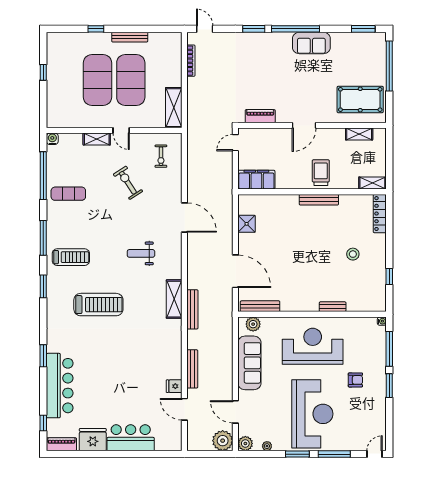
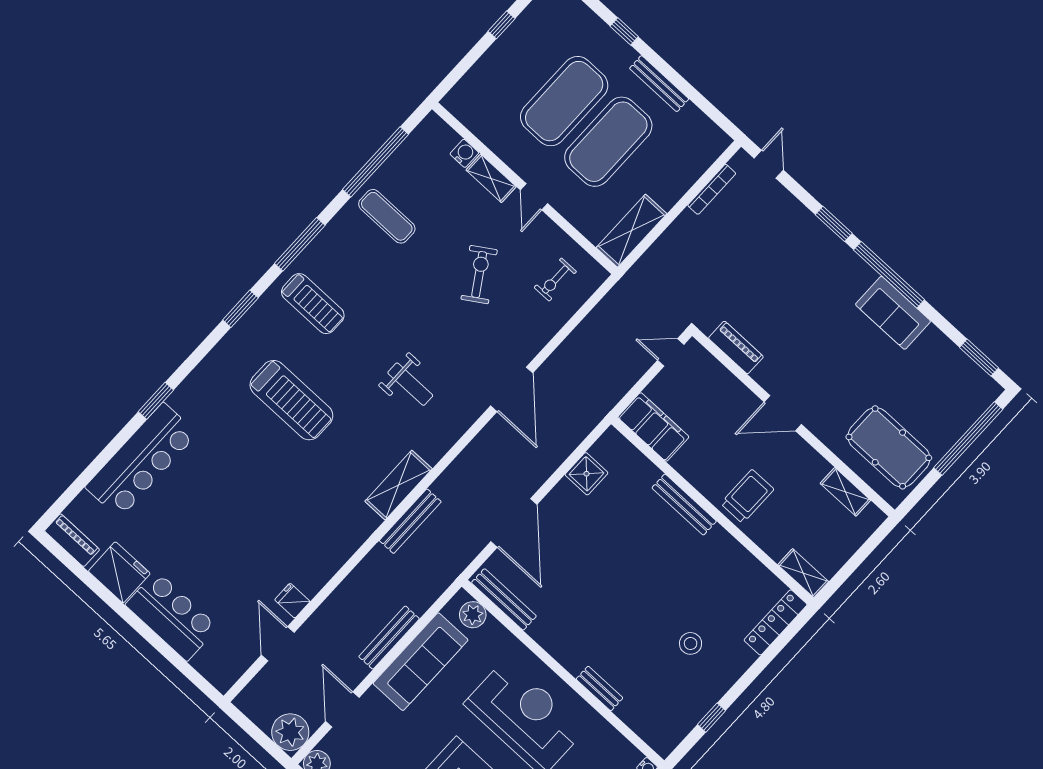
water cooler: (52, 139) -> (464, 153), moved
bench: (319, 200) -> (684, 505), moved
weight bench: (141, 253) -> (410, 384), turned 180
bench: (192, 369) -> (389, 638), moved
window: (43, 423) -> (74, 490), removed

